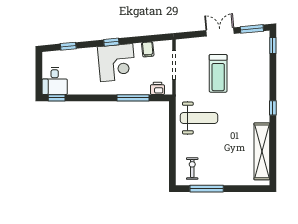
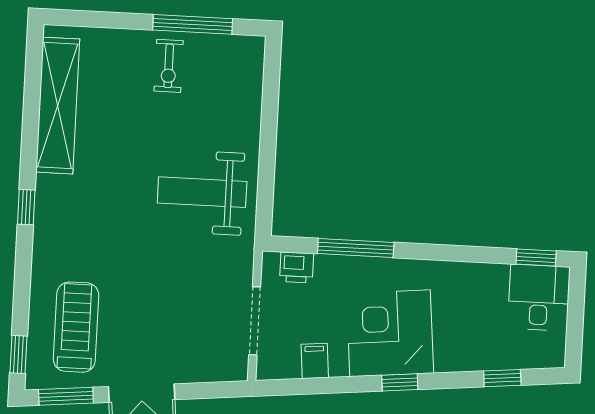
treadmill: (218, 73) -> (76, 327), moved
exercise bike: (192, 169) -> (169, 66), moved

